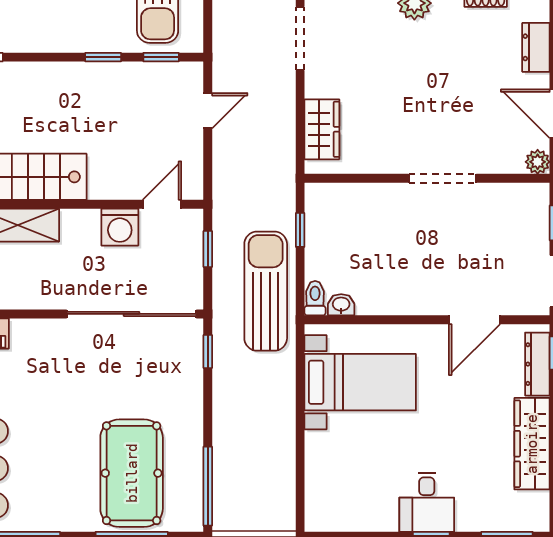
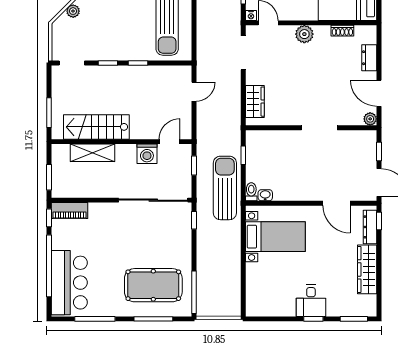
window: (161, 57) -> (108, 63), moved
door: (475, 320) -> (336, 203), hinge flipped
pool table: (132, 473) -> (153, 285), turned 90

